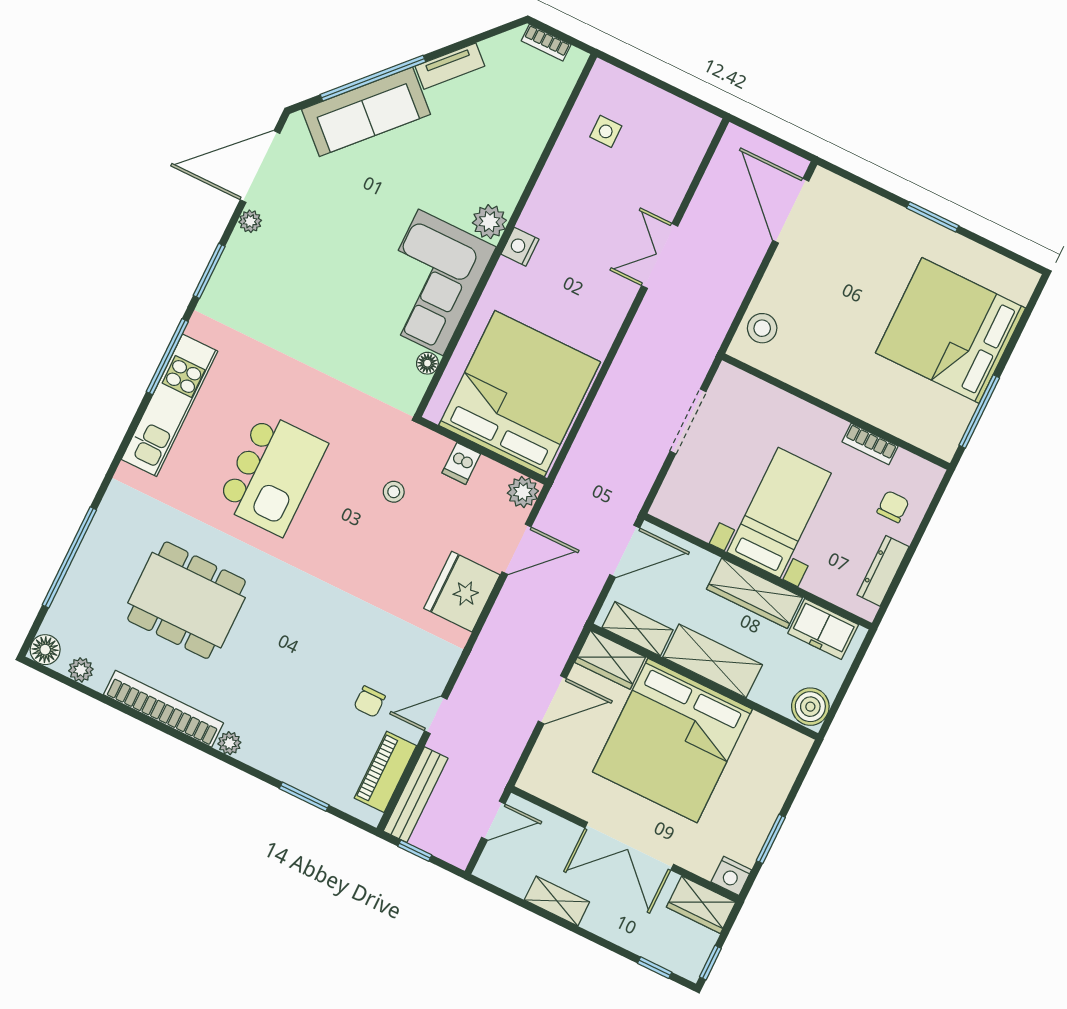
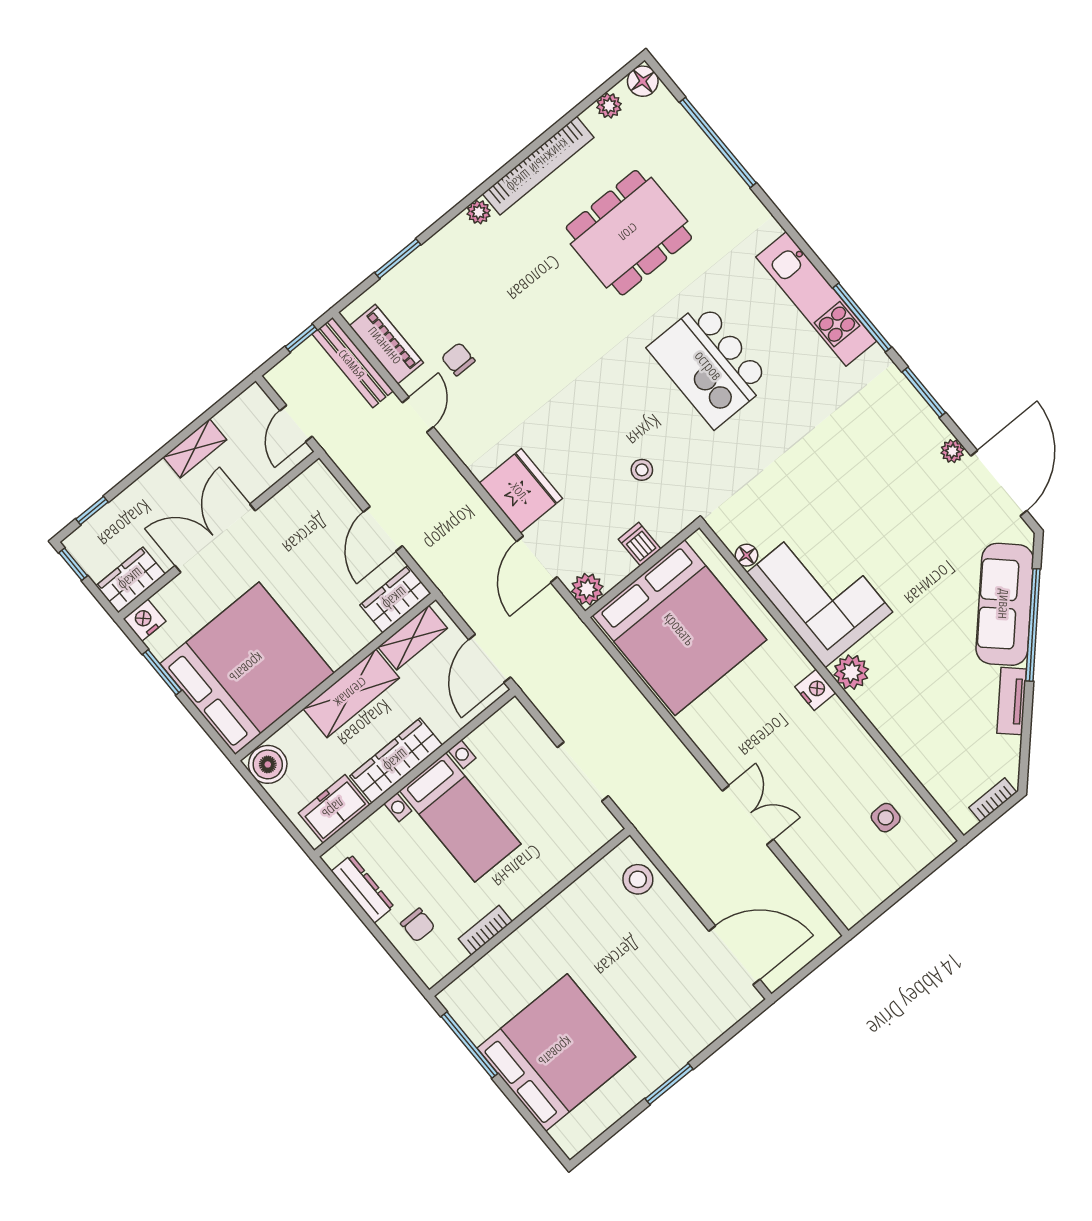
bed: (672, 741) -> (247, 668), moved, turned 90

